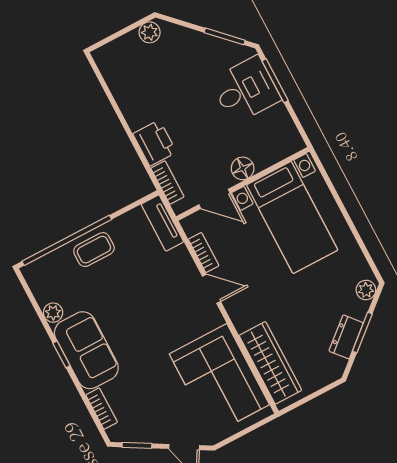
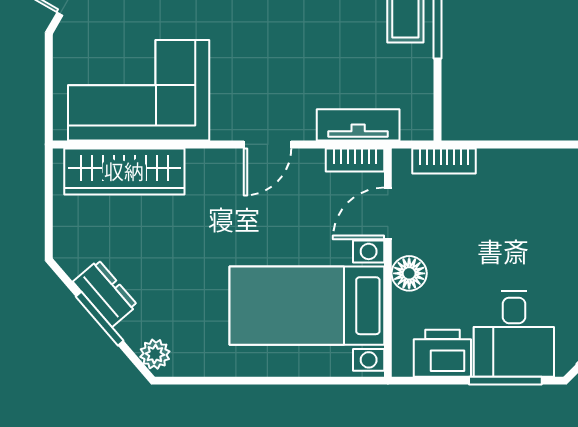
printer: (155, 143) -> (442, 353), moved, turned 180
tv unit: (162, 223) -> (358, 125), moved
bookcase: (204, 253) -> (355, 160), moved

